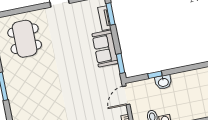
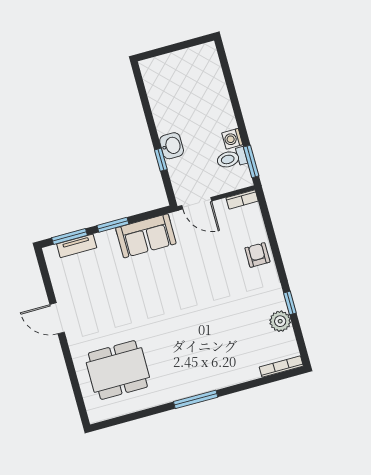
sofa: (105, 49) -> (146, 236), moved
window: (121, 63) -> (113, 225), moved

